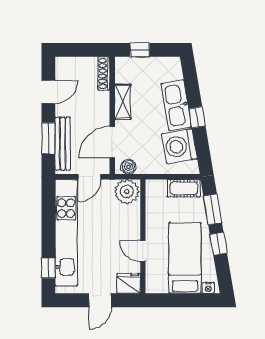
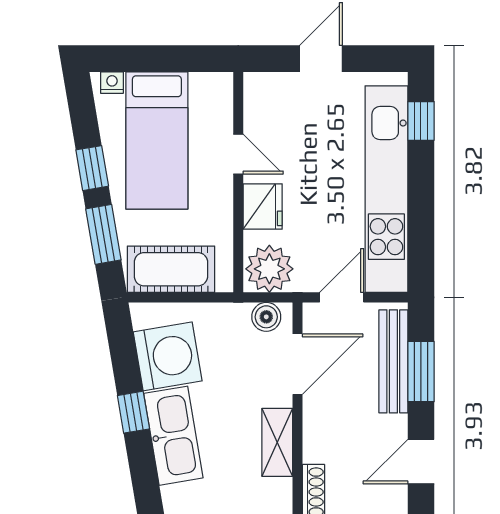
cot: (184, 188) -> (171, 269), width x1.37, depth x1.34
fridge: (129, 283) -> (263, 207), moved, turned -90

